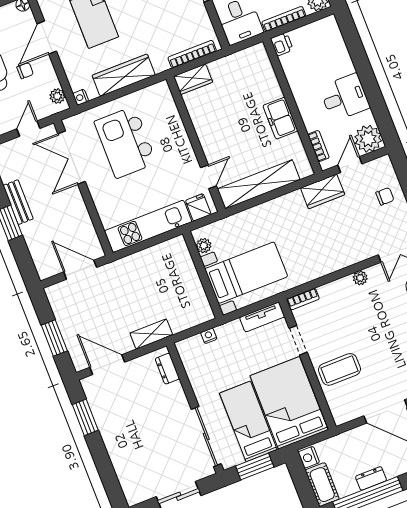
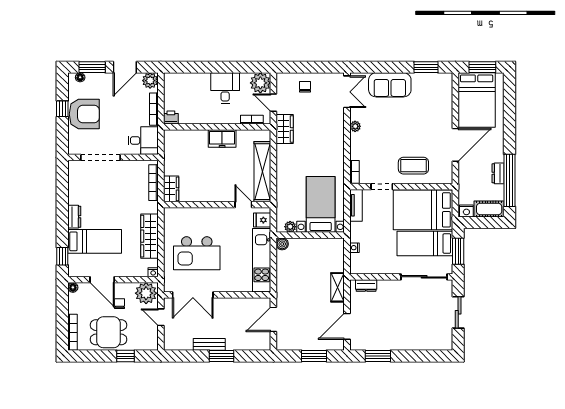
plant: (57, 96) -> (146, 293), width x1.87, depth x1.87
boiler: (178, 244) -> (282, 244), added
coffee table: (339, 369) -> (413, 166), turned 90

